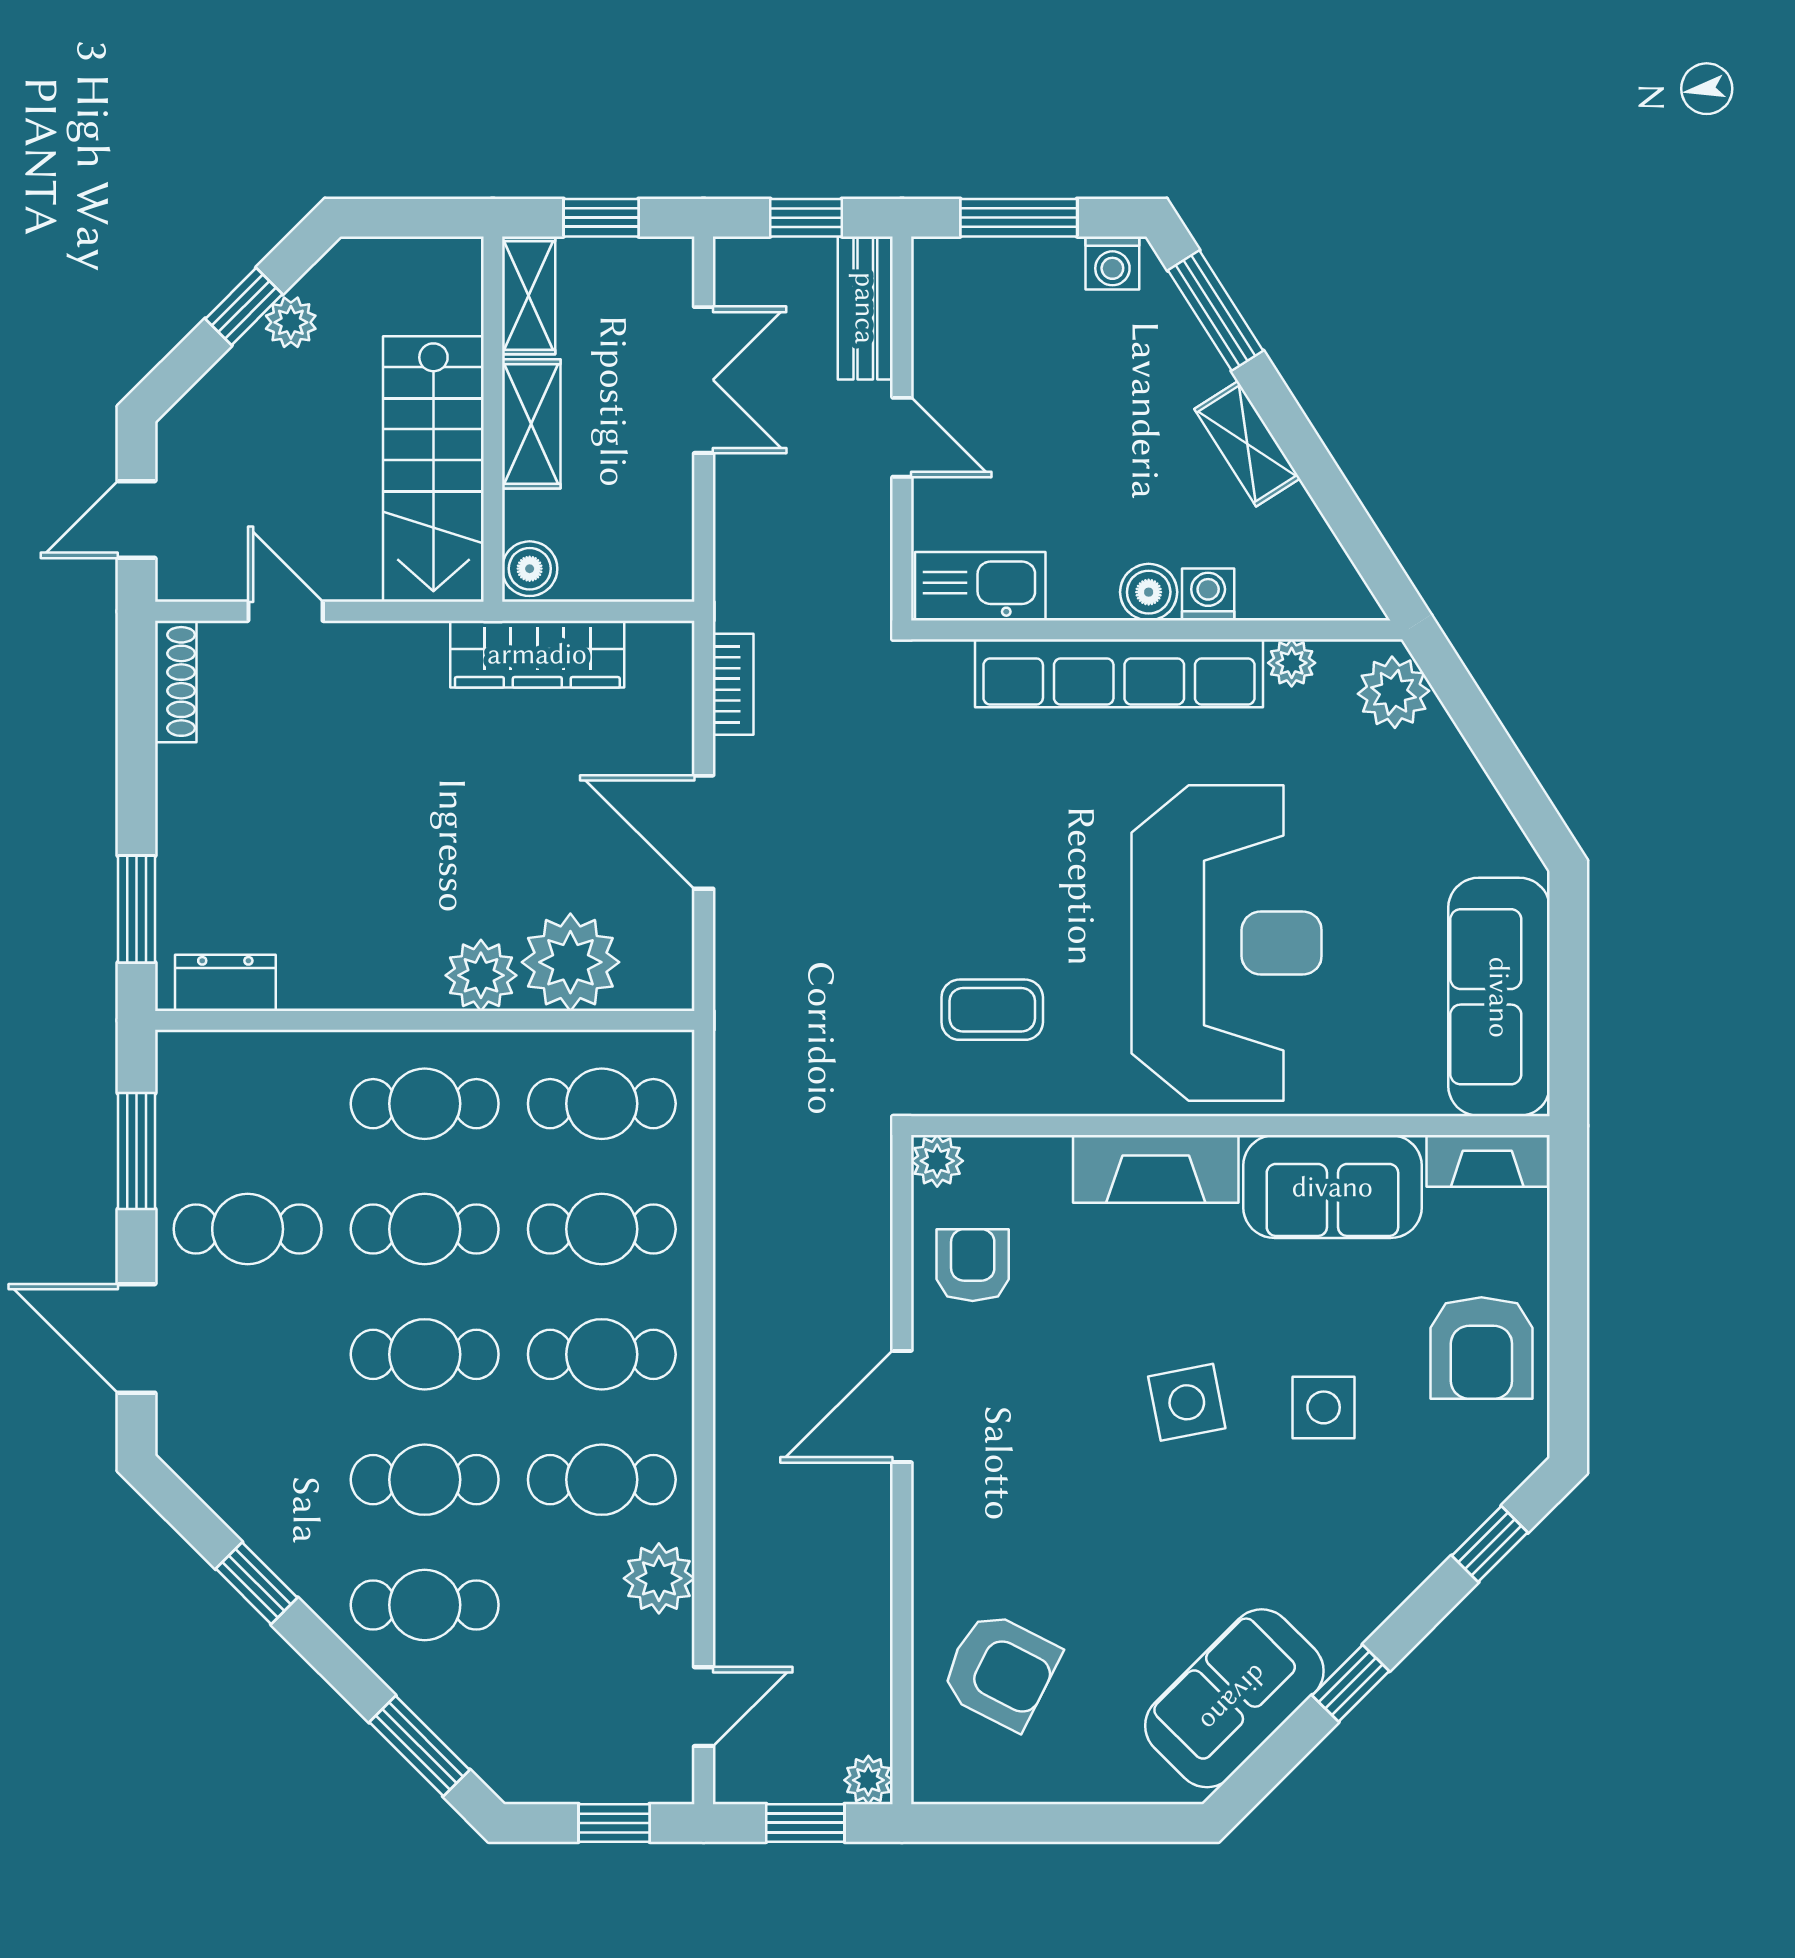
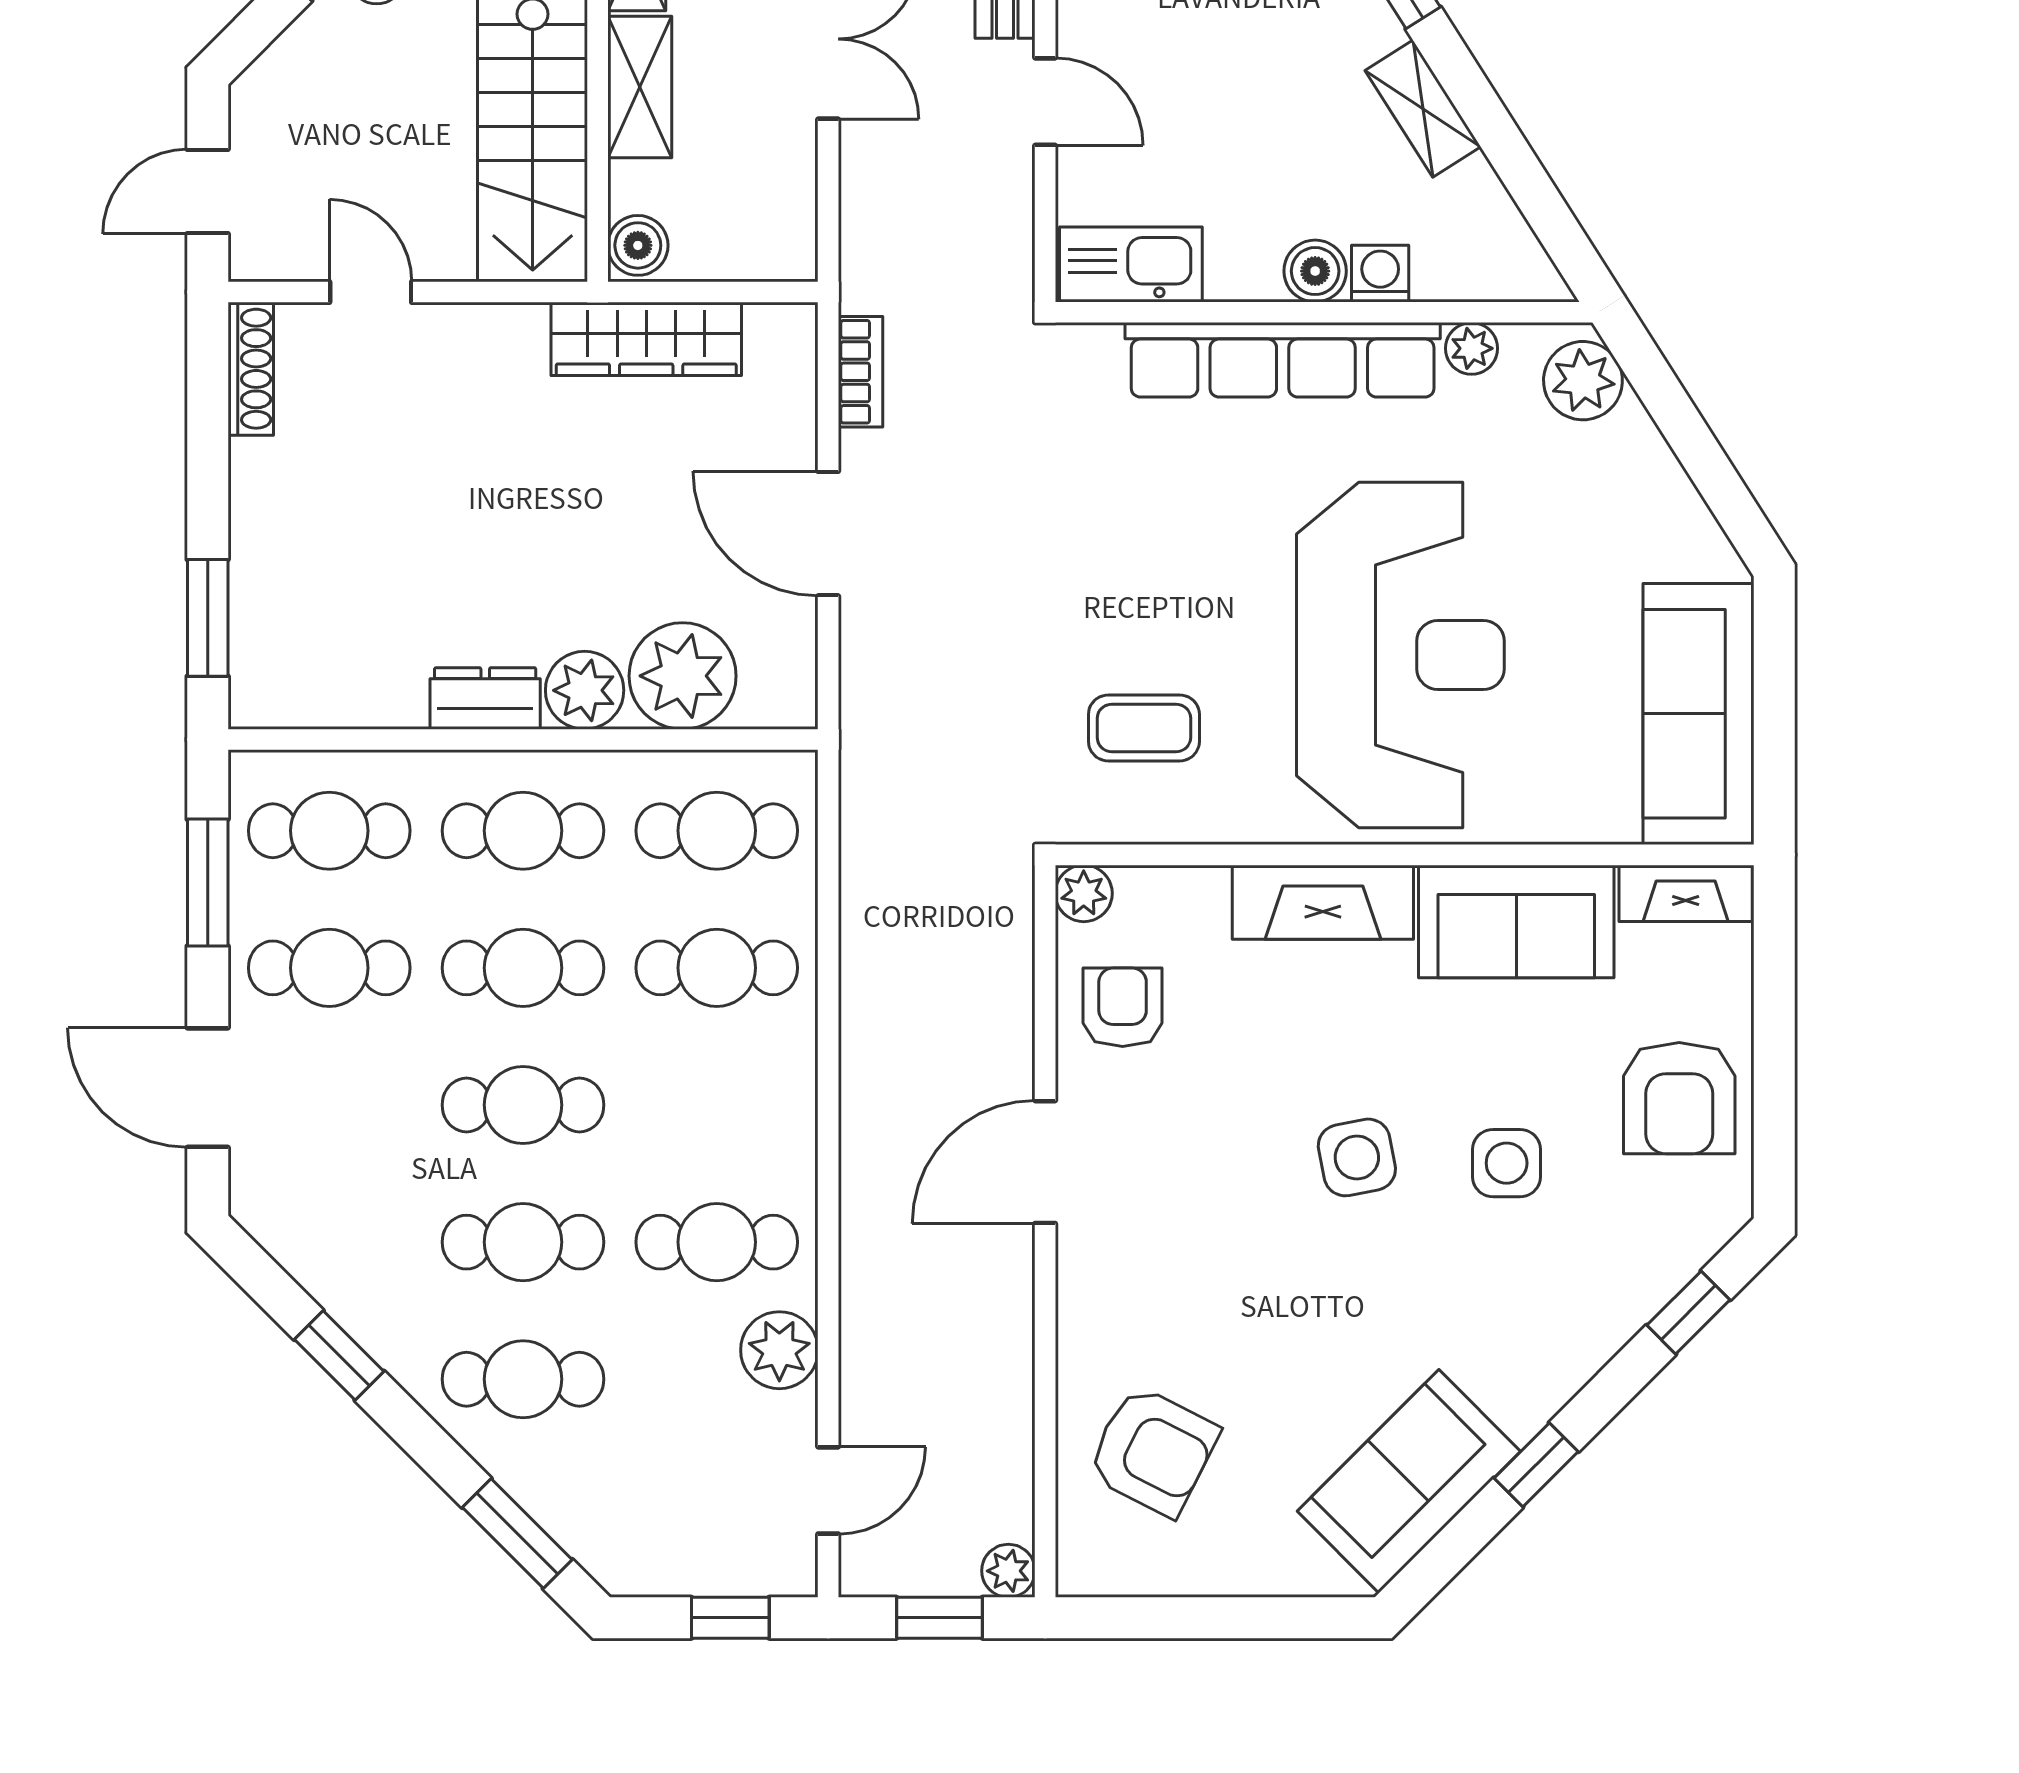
dresser: (225, 983) -> (485, 698), moved
cafe table: (602, 1354) -> (329, 831), moved

